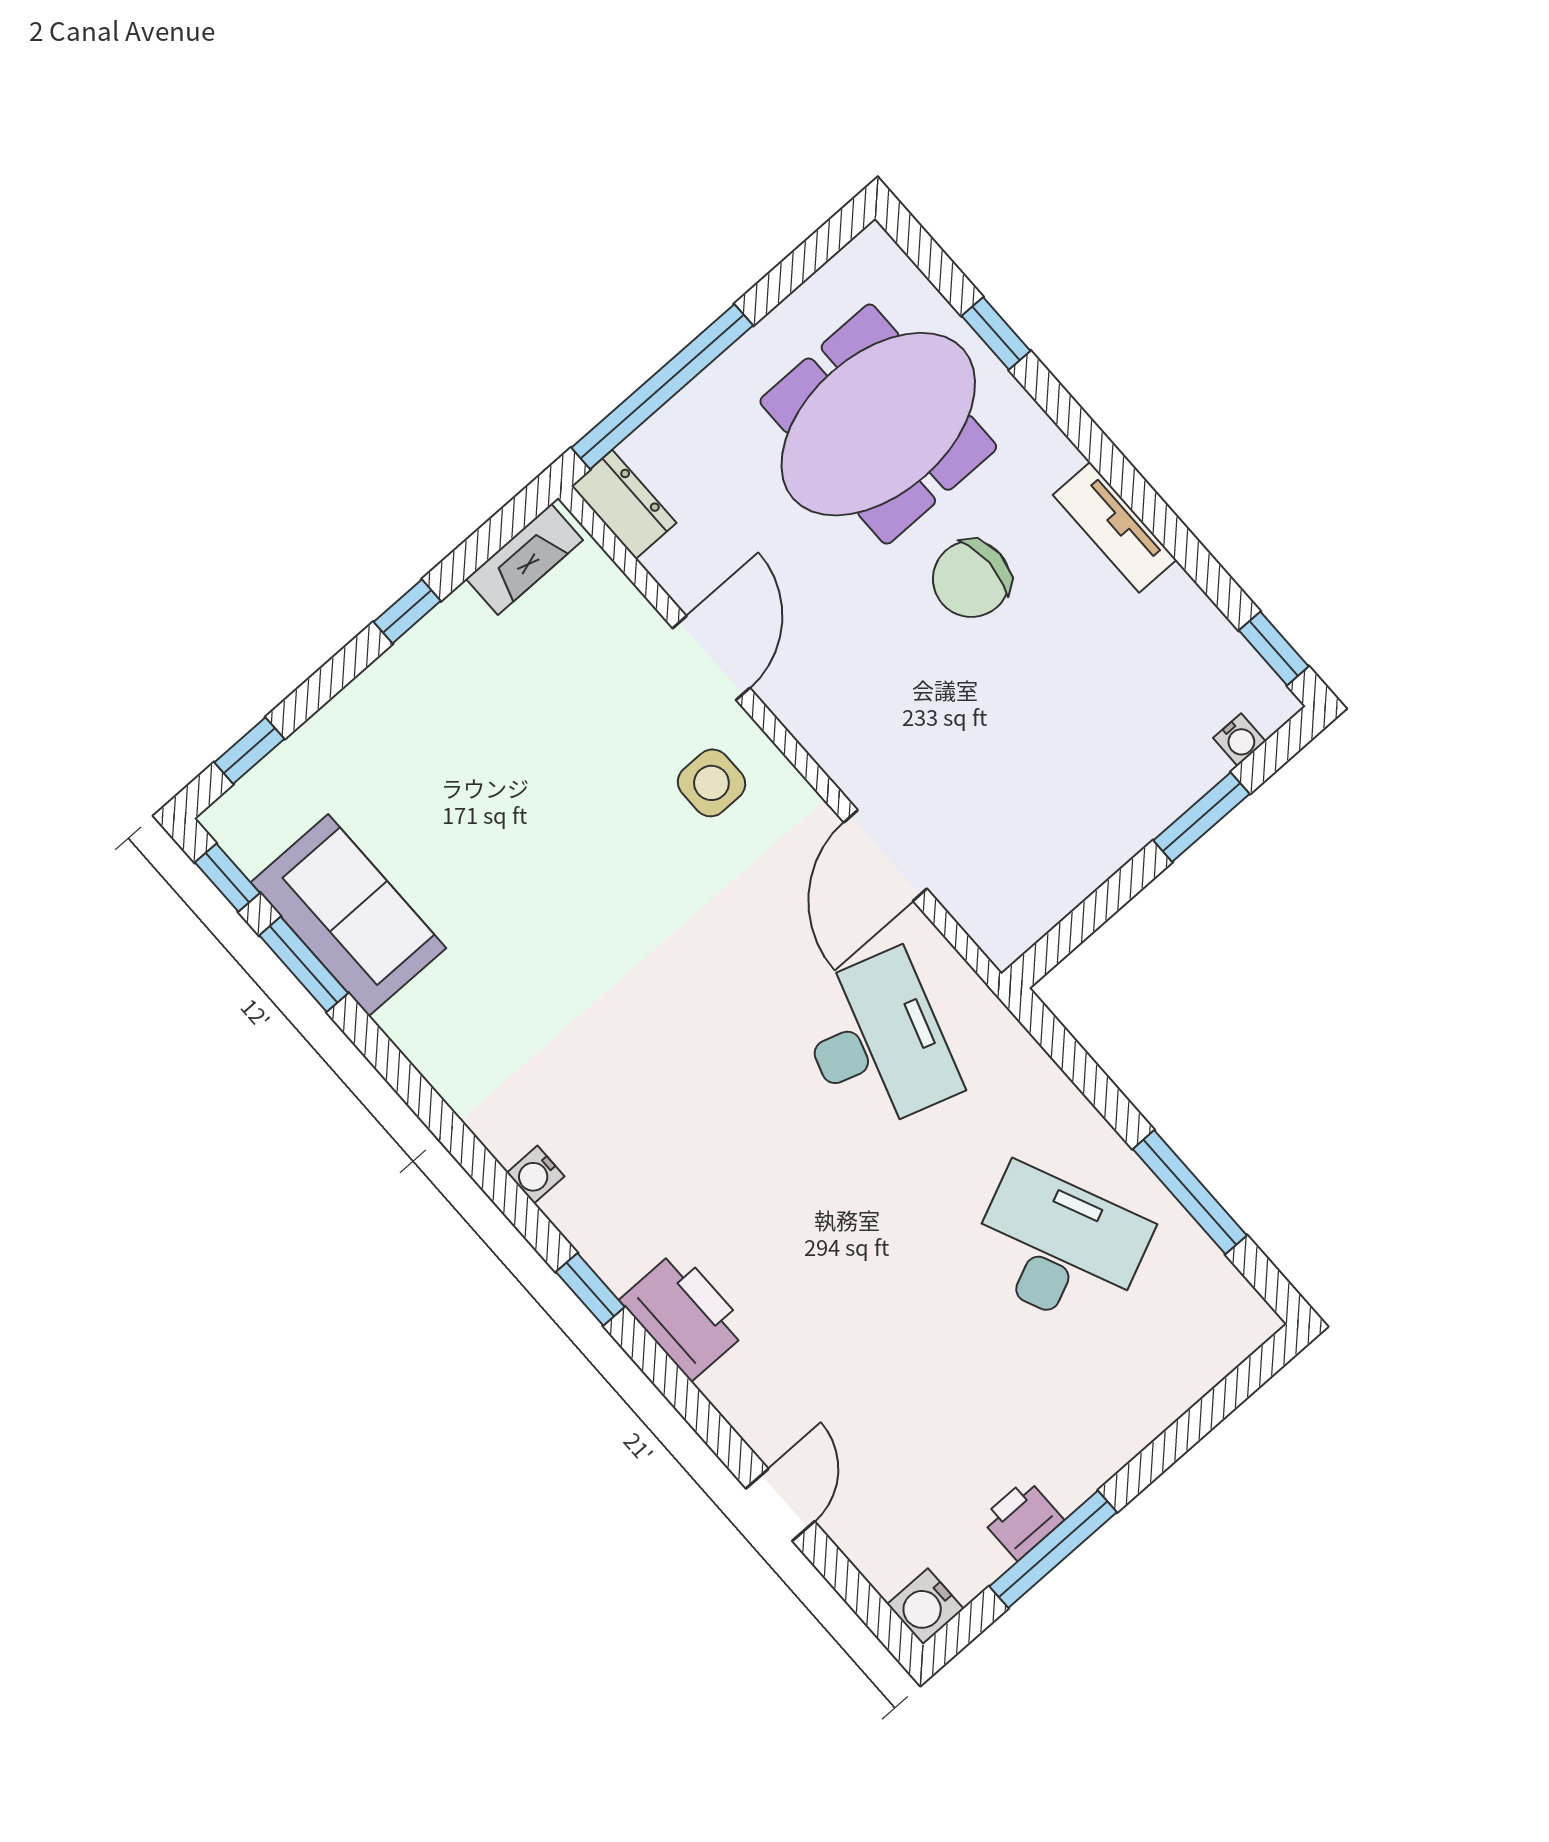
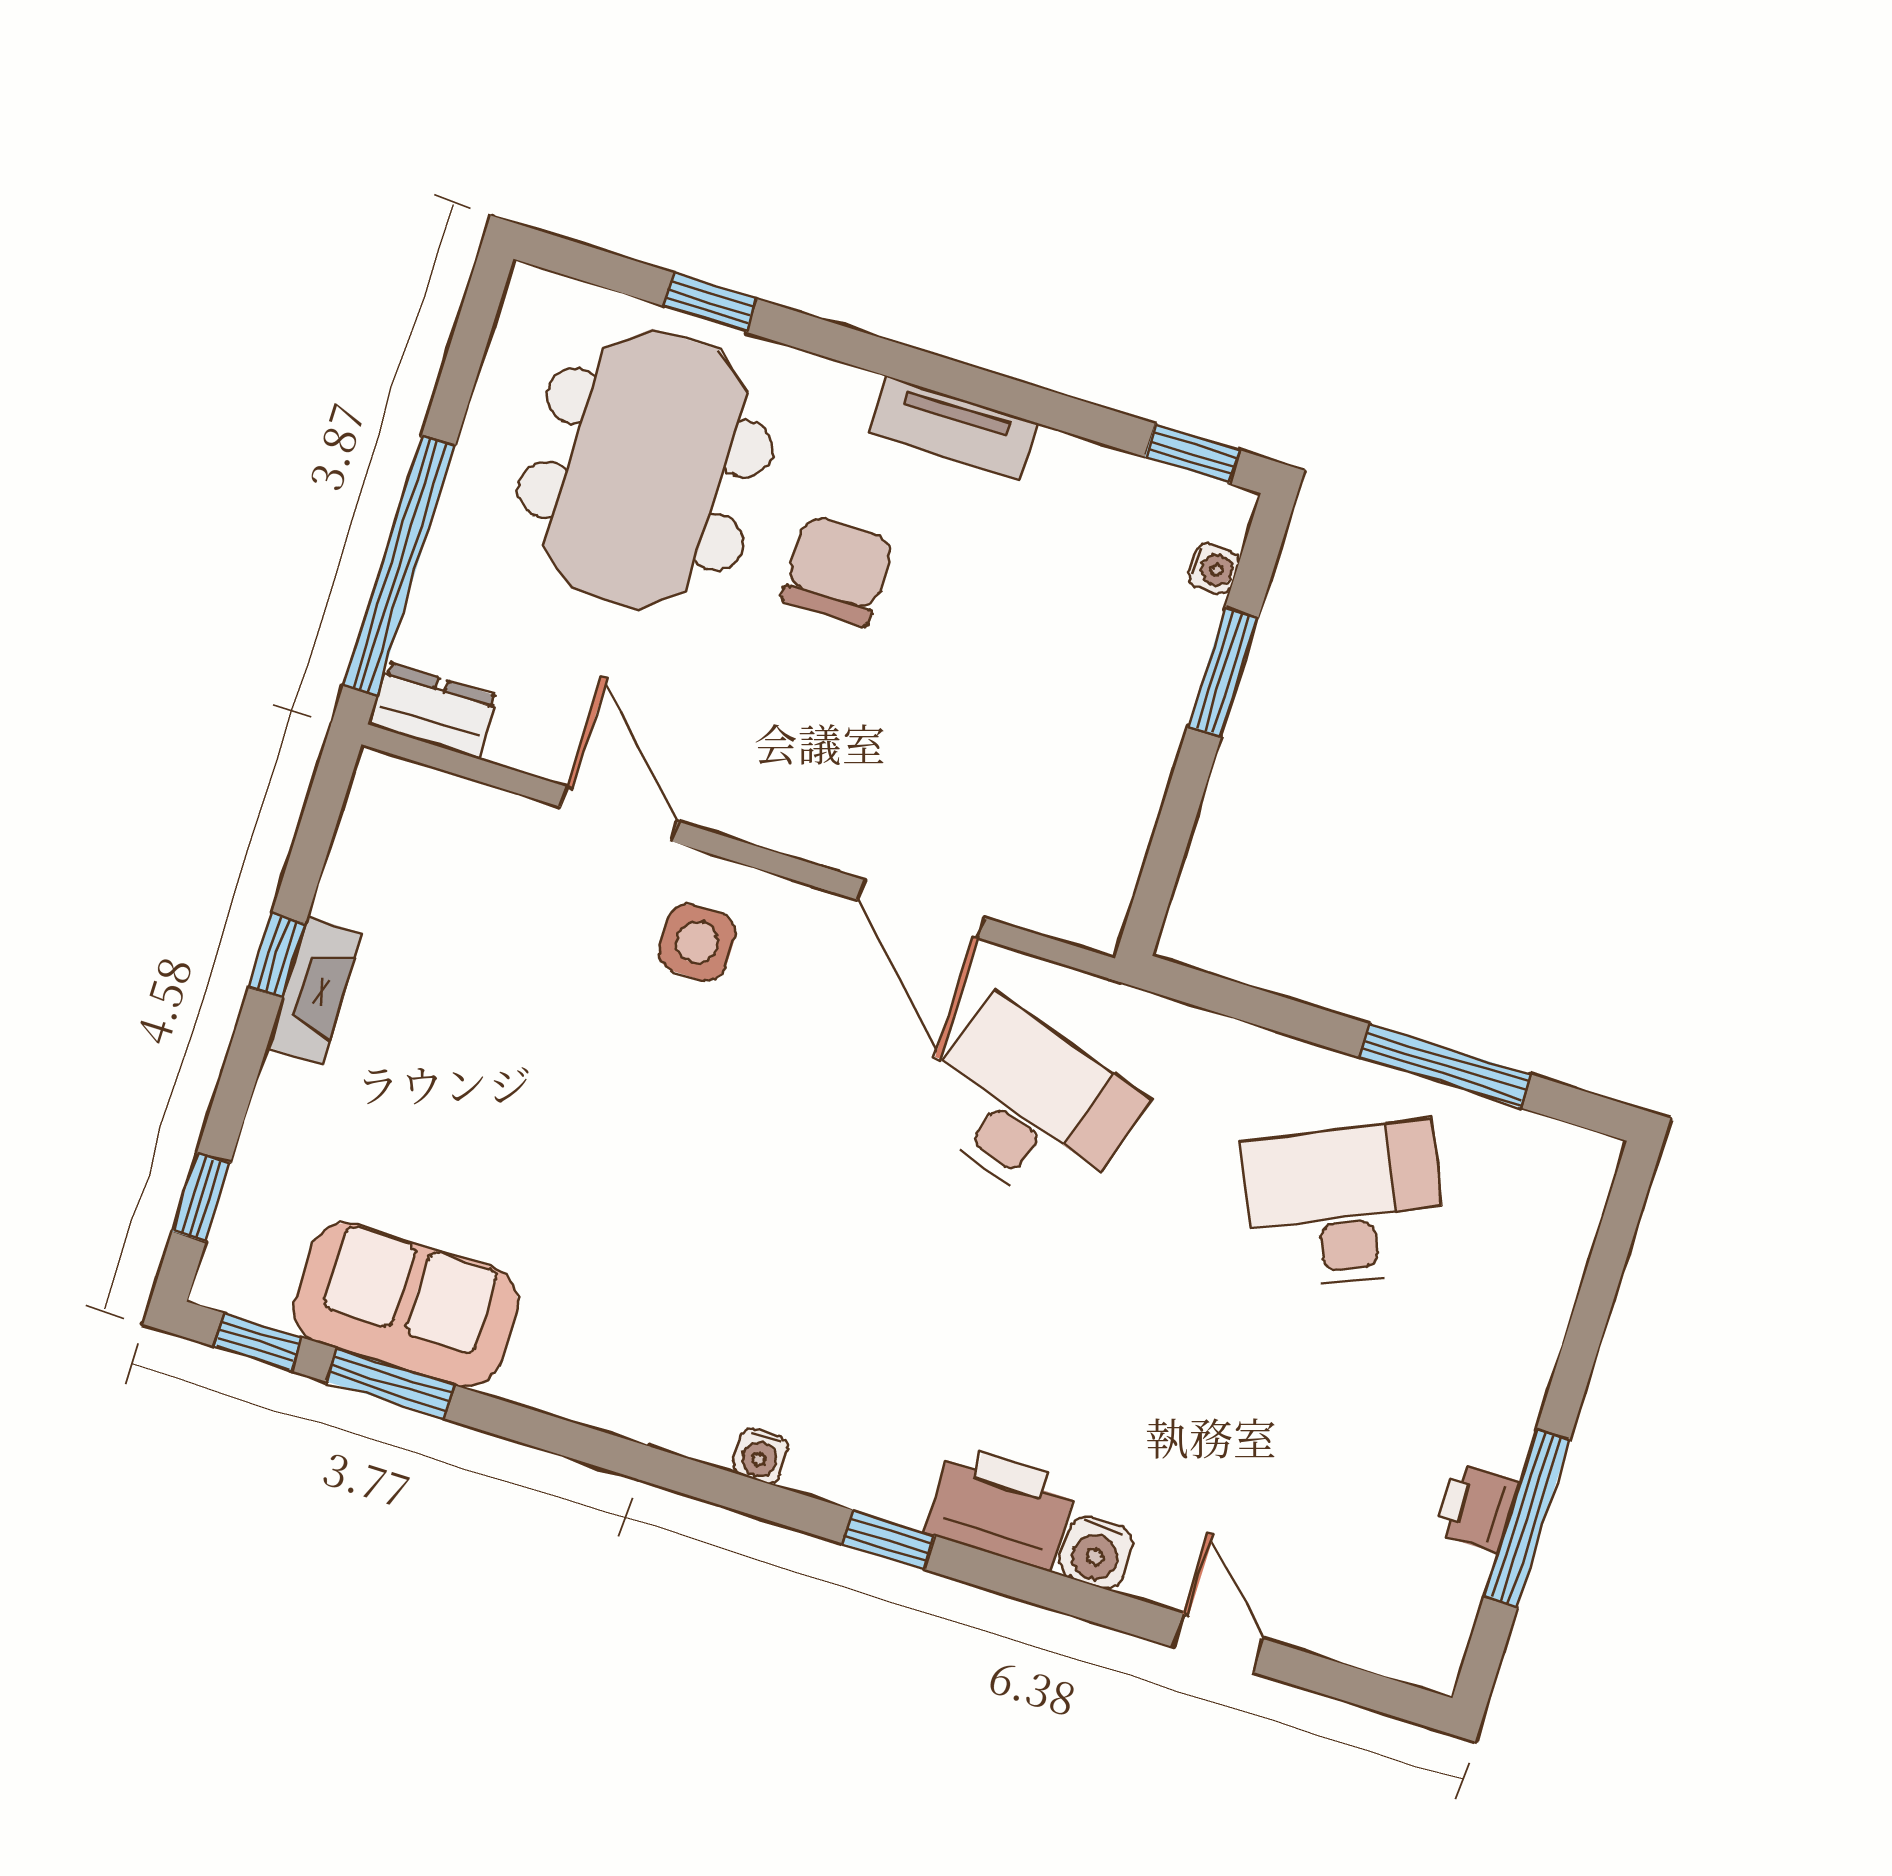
fireplace: (524, 559) -> (315, 990), moved
chair: (971, 579) -> (837, 570), turned 180
water cooler: (925, 1607) -> (1096, 1552), moved

